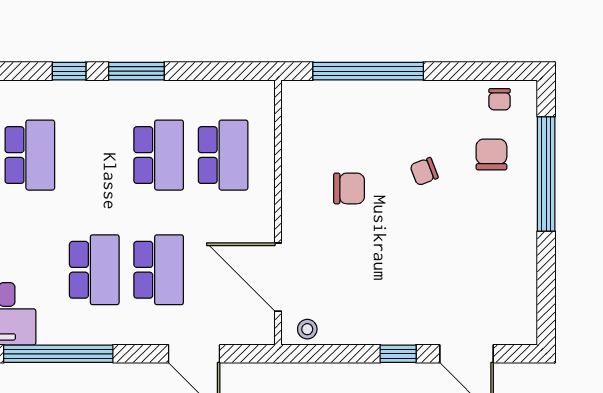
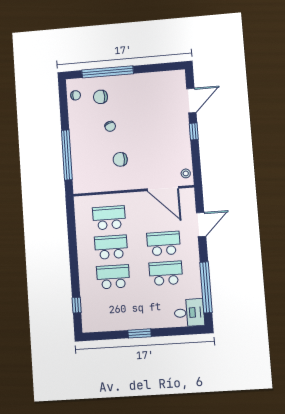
window: (69, 71) -> (77, 305), moved
window: (136, 71) -> (74, 260), removed
school desk: (30, 155) -> (113, 277), moved
chair: (349, 188) -> (120, 159), turned -90
door: (278, 277) -> (163, 189), hinge flipped

